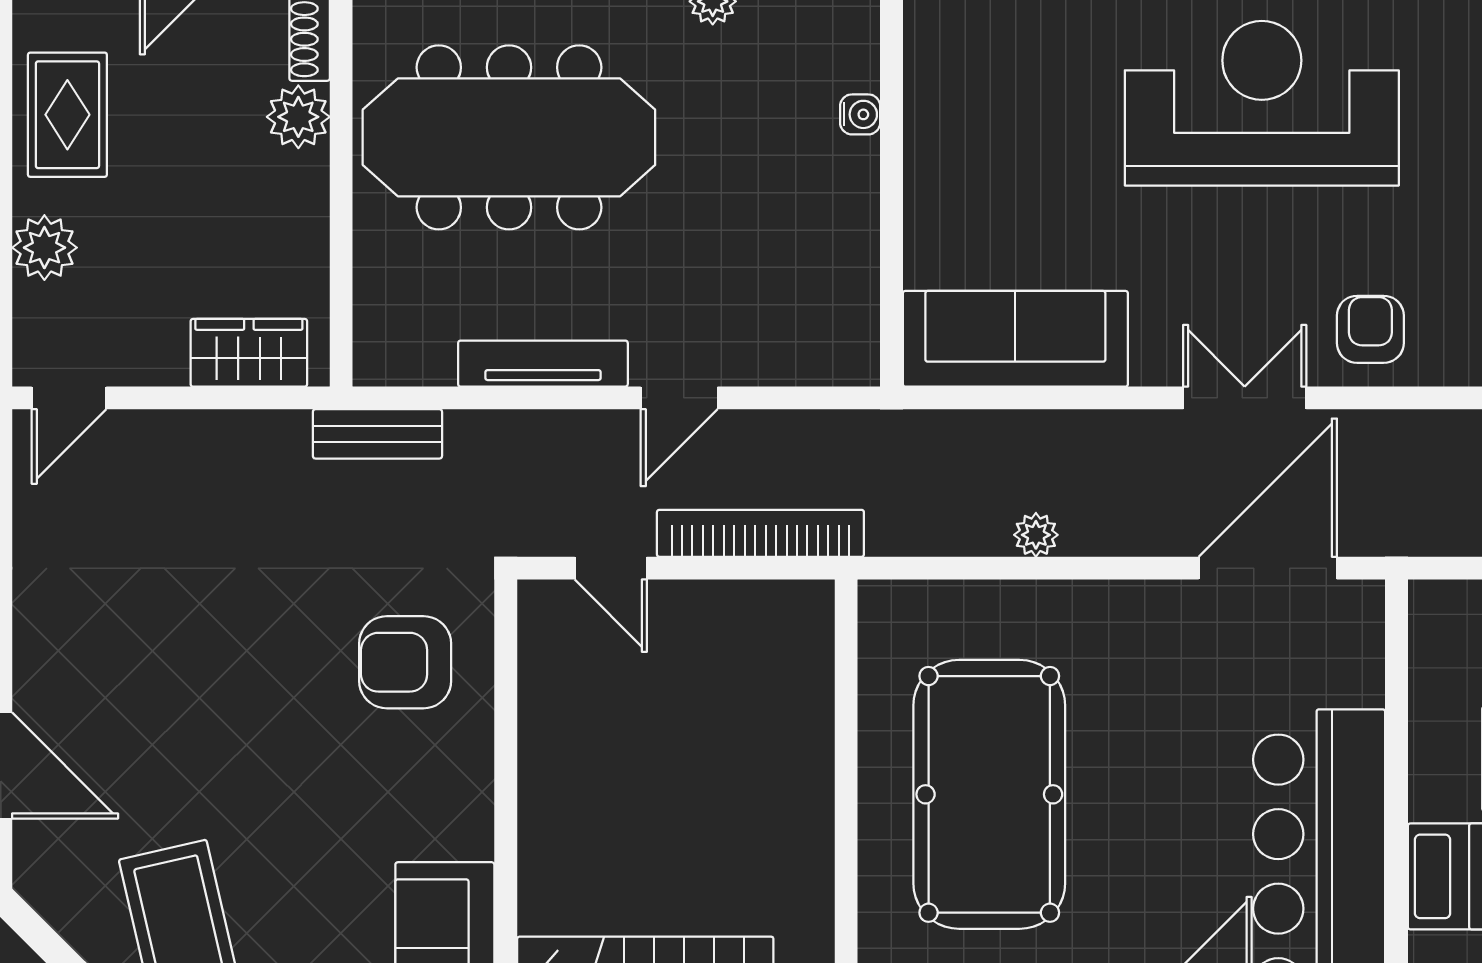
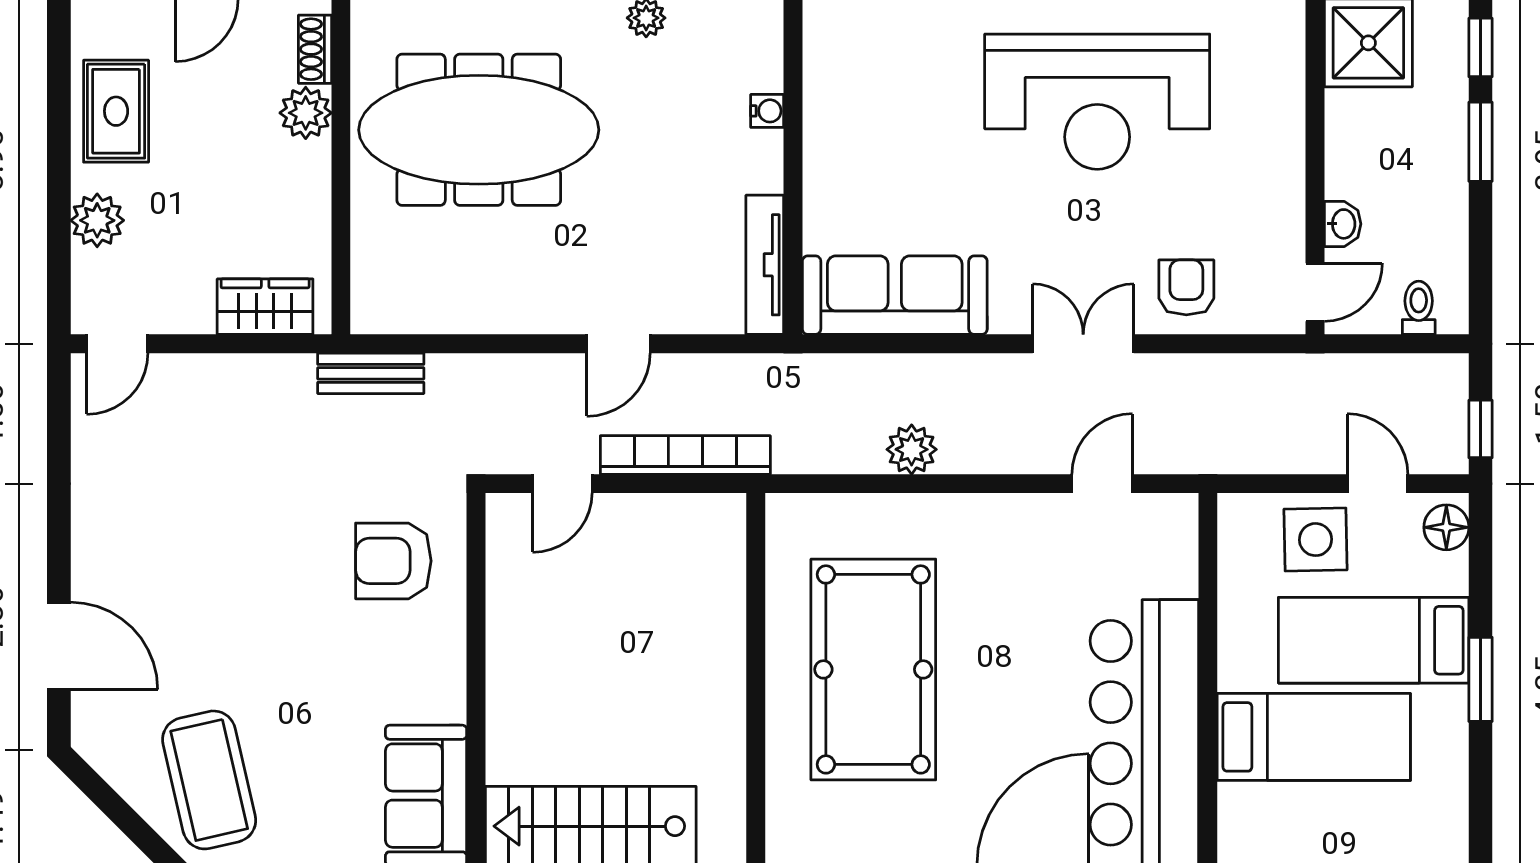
reception desk: (1262, 103) -> (1097, 102), turned 180
tv unit: (543, 364) -> (765, 265), moved, turned -90
plant: (1036, 535) -> (912, 449), width x1.38, depth x1.38
door: (611, 568) -> (562, 484), hinge flipped
door: (1268, 568) -> (1102, 484), width x0.53

